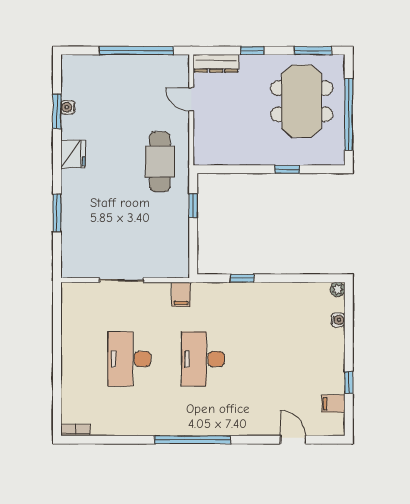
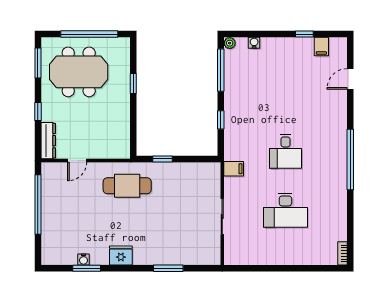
window: (304, 278) -> (221, 70), added
desk: (203, 359) -> (285, 151), width x0.73

